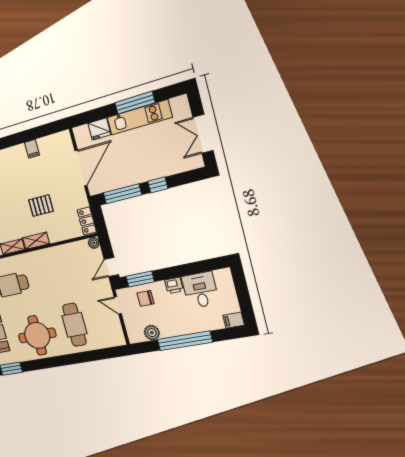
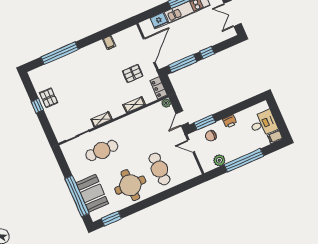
pallet: (41, 206) -> (133, 74), moved
shelving: (36, 241) -> (134, 105), moved
desk: (200, 290) -> (263, 124), moved, turned 90

